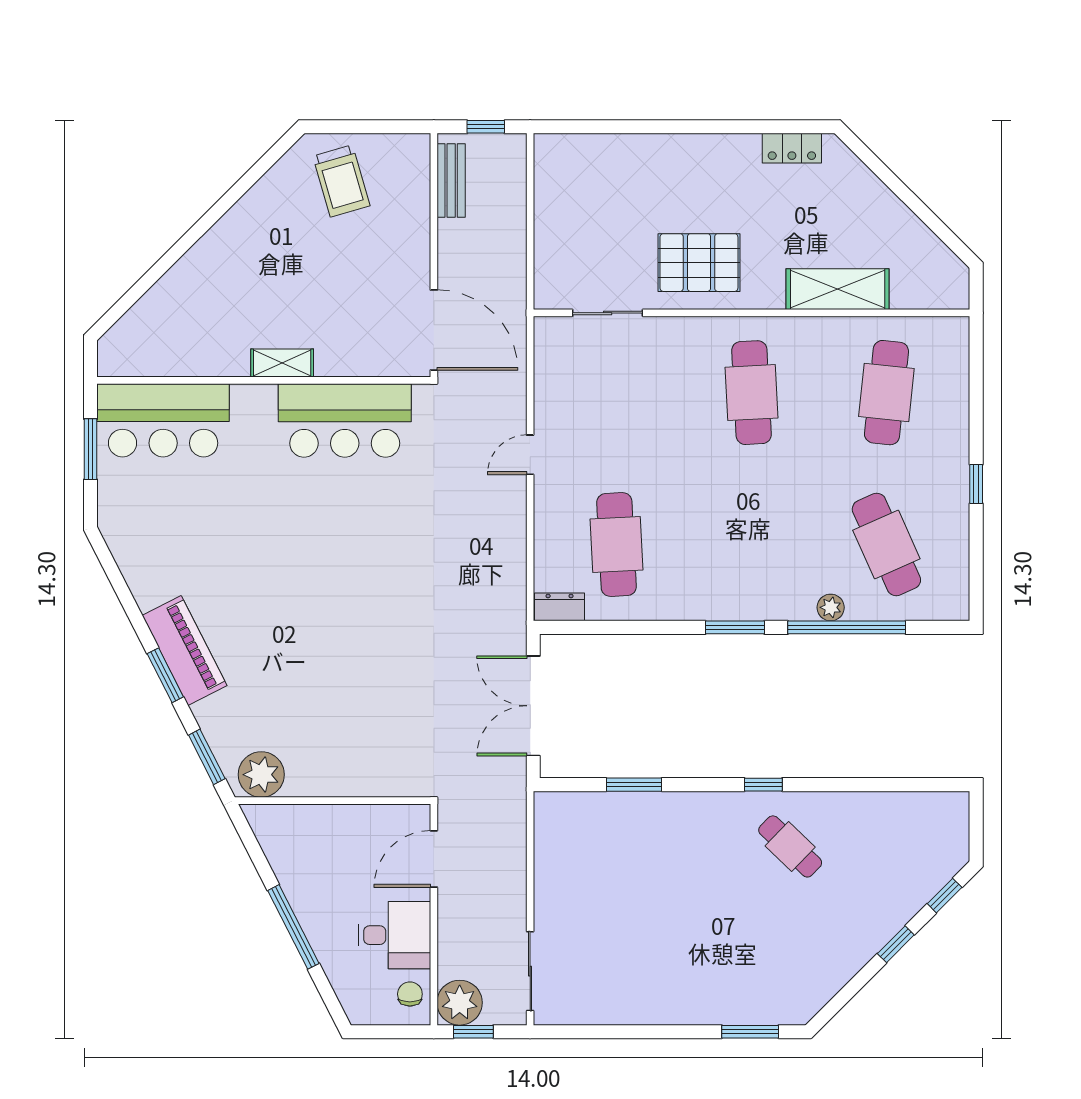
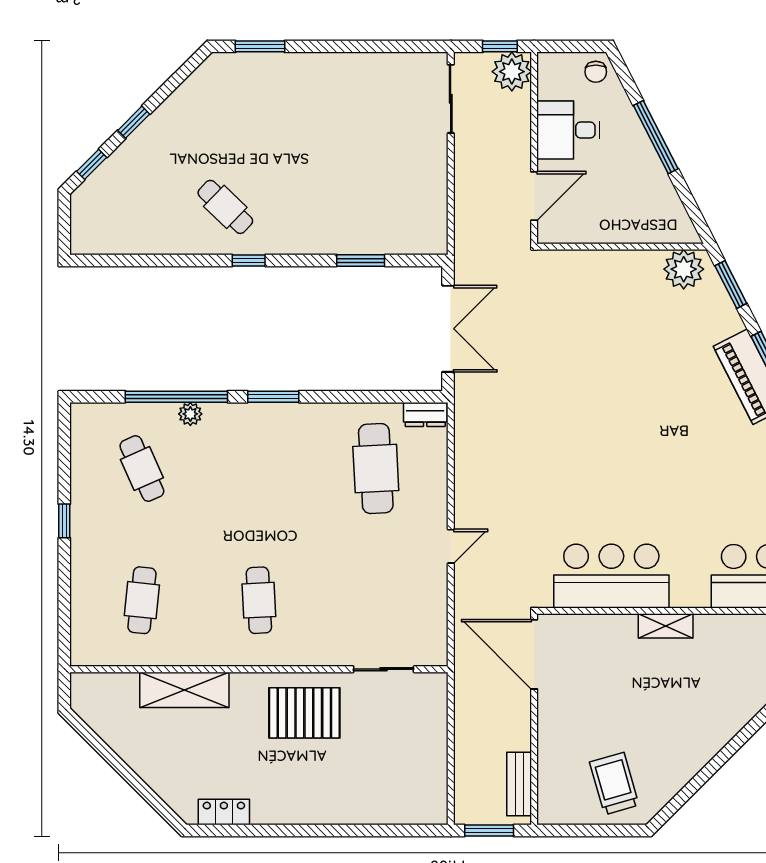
window: (486, 127) -> (489, 831), width x1.50
cafe table: (751, 393) -> (259, 600), width x0.73, depth x0.74
cafe table: (886, 393) -> (142, 600), width x0.73, depth x0.74
cafe table: (886, 545) -> (142, 469), width x0.73, depth x0.74
chair: (410, 994) -> (596, 72), moved

